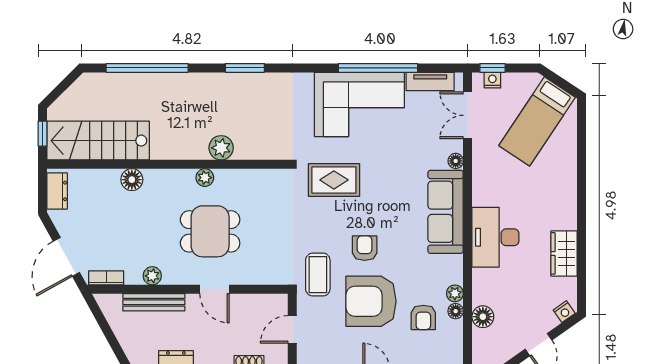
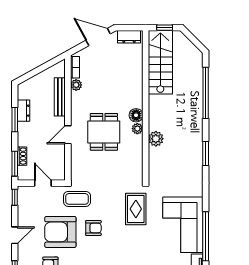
floor lamp: (132, 180) -> (136, 115), moved
door: (66, 257) -> (98, 37), moved
plant: (152, 276) -> (76, 85), moved
armchair: (371, 301) -> (60, 232), turned -90

